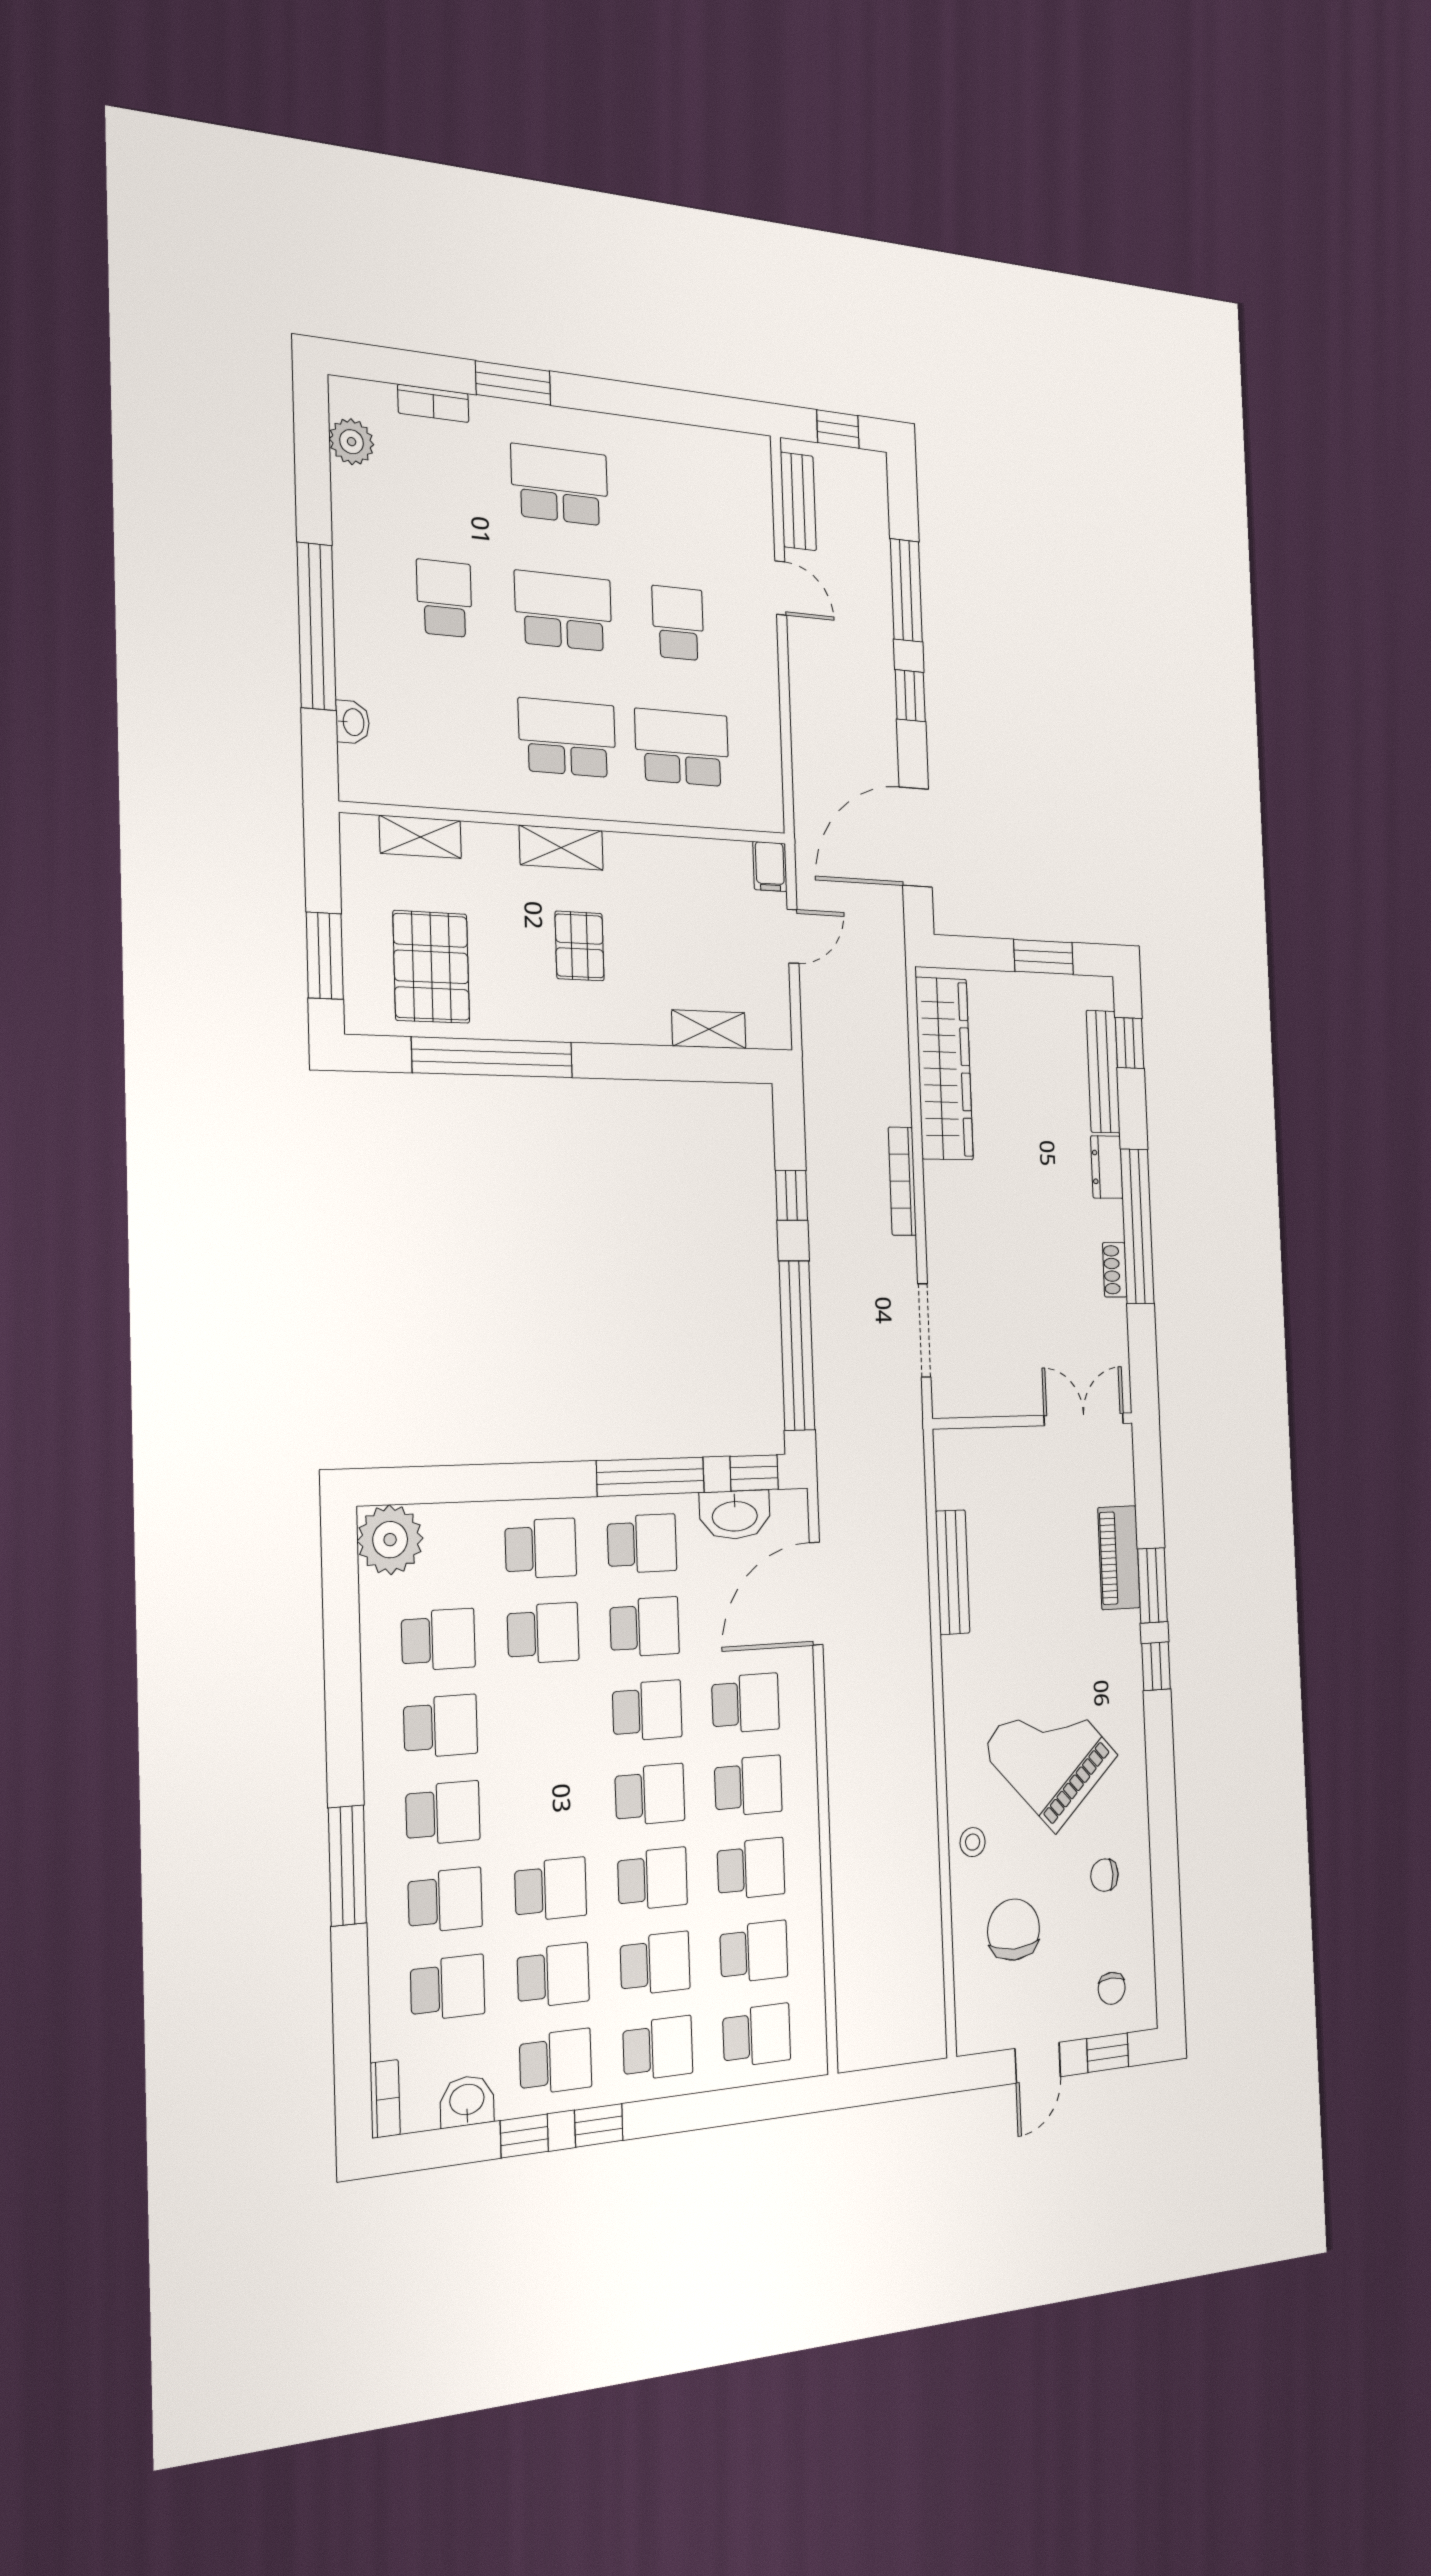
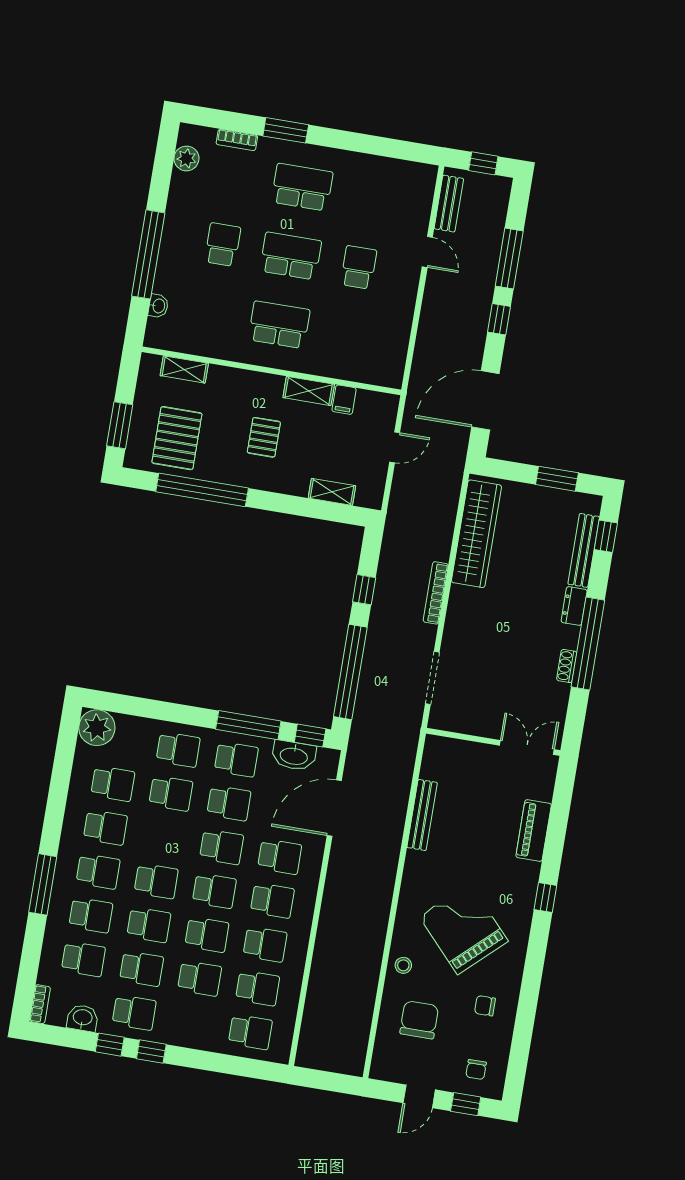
school desk: (682, 748) -> (347, 336), removed
shelving: (561, 848) -> (309, 391), moved
filing cabinet: (770, 866) -> (344, 400), moved
window: (1153, 1585) -> (553, 851), removed
school desk: (658, 2048) -> (156, 881), moved

